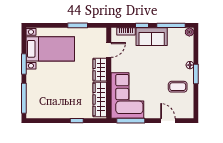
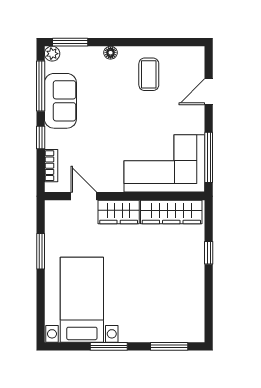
sofa: (152, 37) -> (60, 101), moved
window: (196, 74) -> (70, 42), moved
window: (24, 98) -> (169, 346), width x0.69

